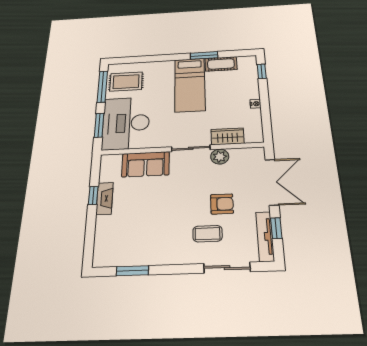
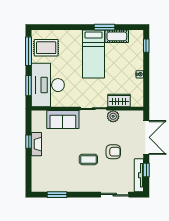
coffee table: (208, 234) -> (88, 159), moved

